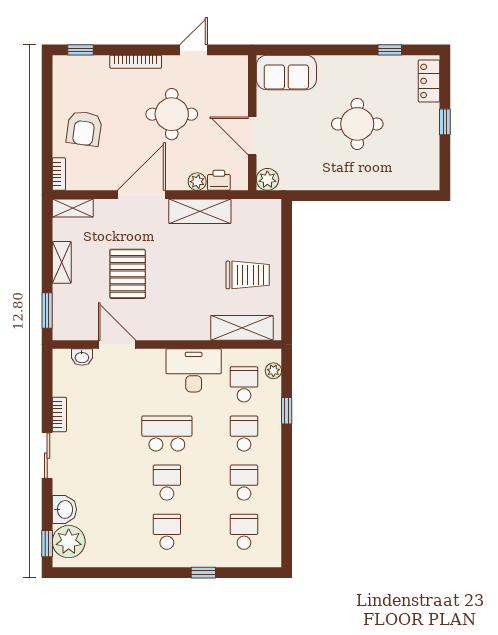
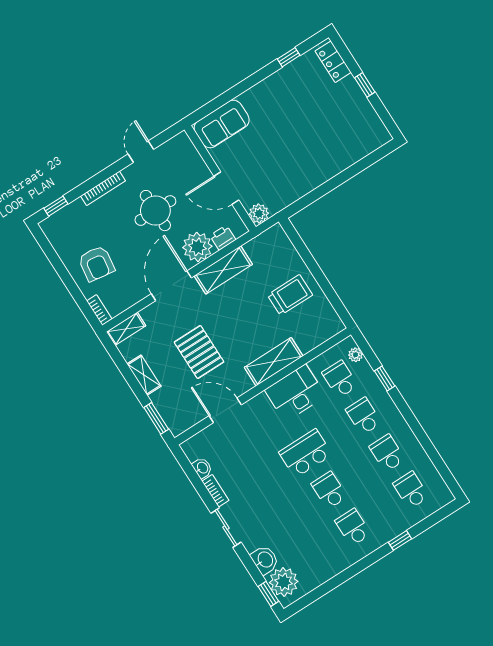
round table: (357, 124) -> (300, 129), removed
plant: (197, 182) -> (197, 247), width x1.87, depth x1.87
shelving: (242, 328) -> (274, 362), moved
washbasin: (82, 357) -> (202, 468), moved, turned -90

